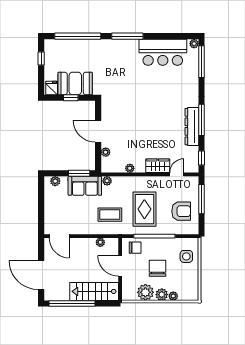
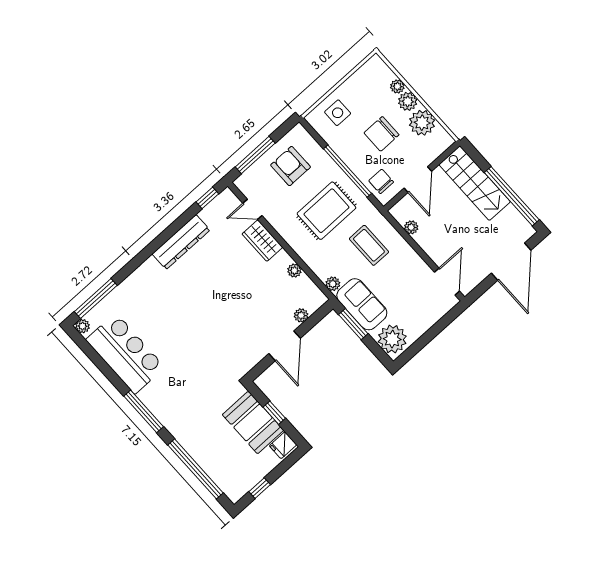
window: (202, 120) -> (163, 238), removed
plant: (55, 181) -> (392, 339), width x1.88, depth x1.88

